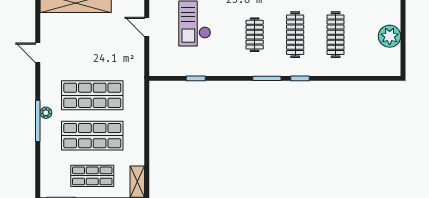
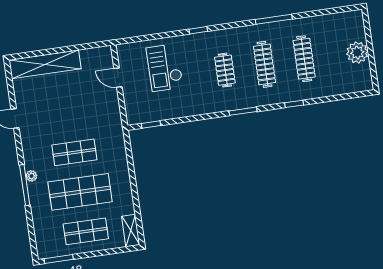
window: (196, 78) -> (151, 124), moved
window: (300, 78) -> (294, 104), moved
shop shelf: (92, 95) -> (74, 152), width x0.70, depth x0.74

